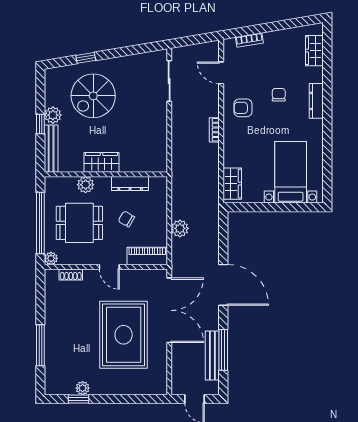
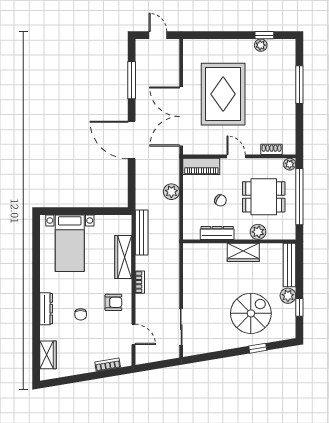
window: (40, 124) -> (299, 307), moved
wardrobe: (232, 184) -> (123, 257), moved, width x1.50
bench: (212, 356) -> (142, 232), moved

